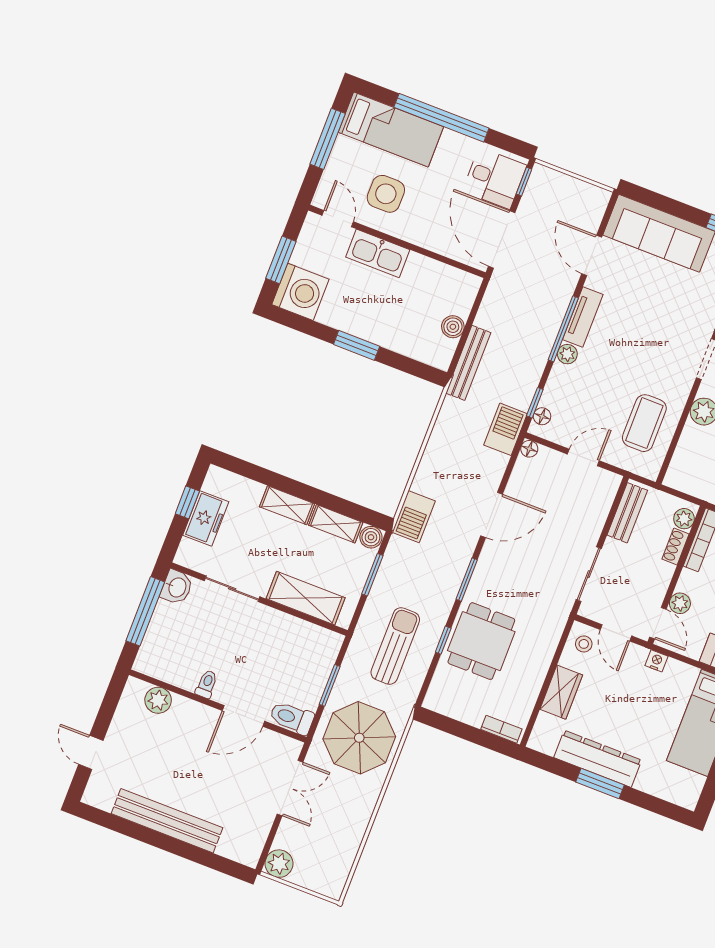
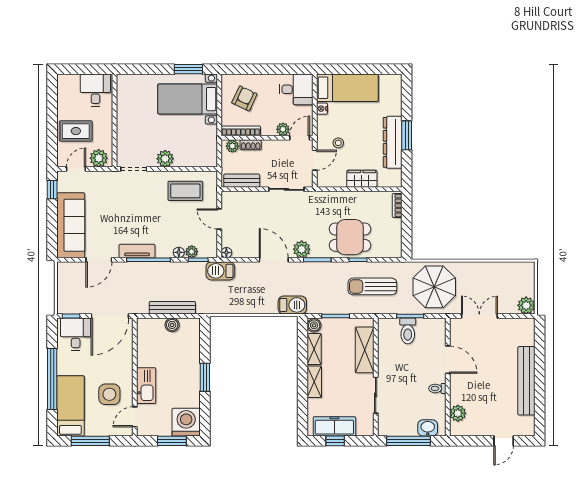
plant: (567, 354) -> (192, 252), moved
bench: (468, 363) -> (172, 308), moved
floor lamp: (542, 416) -> (179, 252), moved
freezer: (206, 518) -> (334, 426), width x1.40
plant: (491, 562) -> (302, 249), added
washbasin: (177, 587) -> (428, 428), moved
stool: (584, 644) -> (338, 143), moved
nightstand: (656, 661) -> (322, 109), moved
toilet: (292, 718) -> (408, 331), moved

